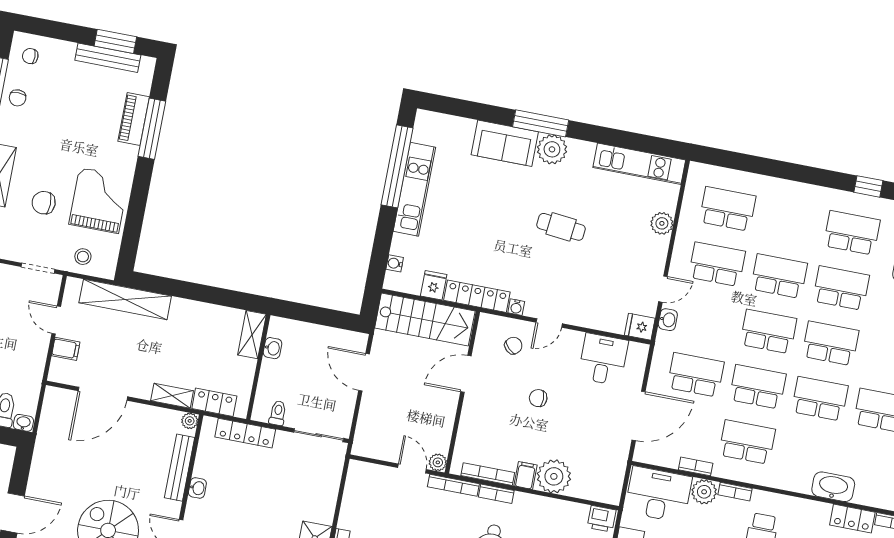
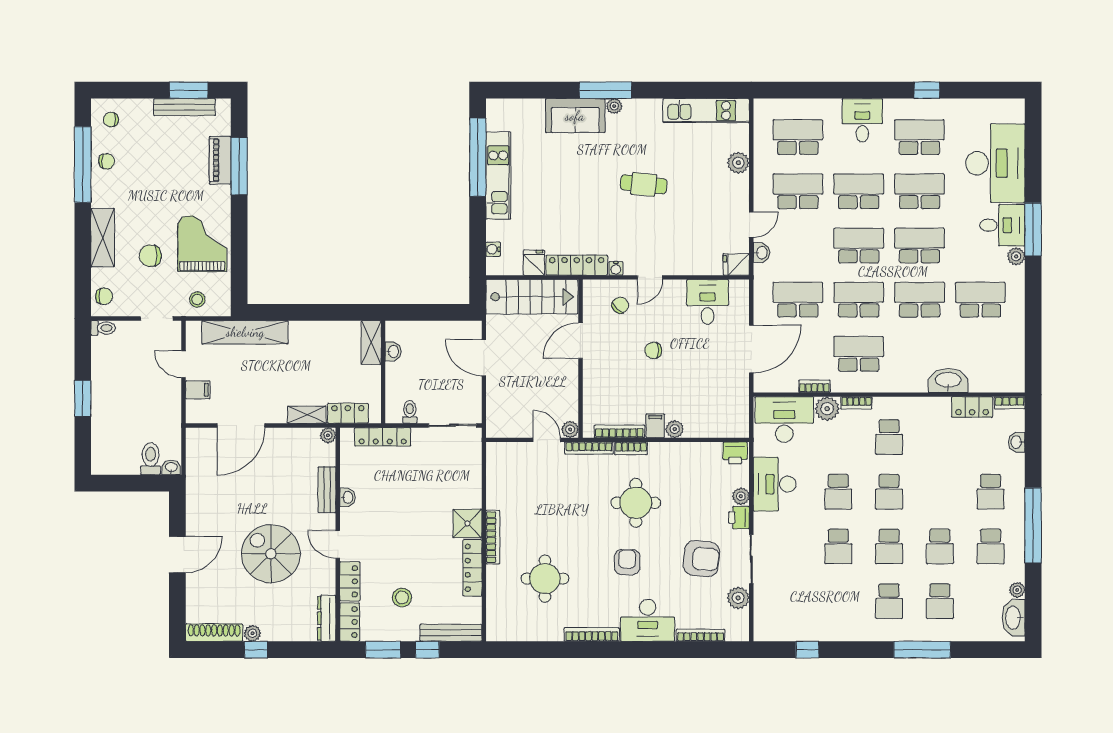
chair: (18, 98) -> (107, 161), turned -90
plant: (552, 149) -> (614, 106), width x0.53, depth x0.53
desk: (797, 204) -> (862, 120), added
bench: (180, 468) -> (327, 490), width x0.73
plant: (554, 476) -> (675, 429), width x0.53, depth x0.53

